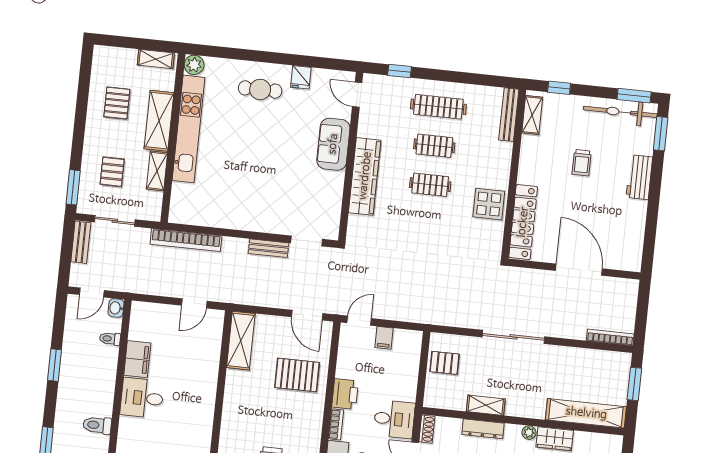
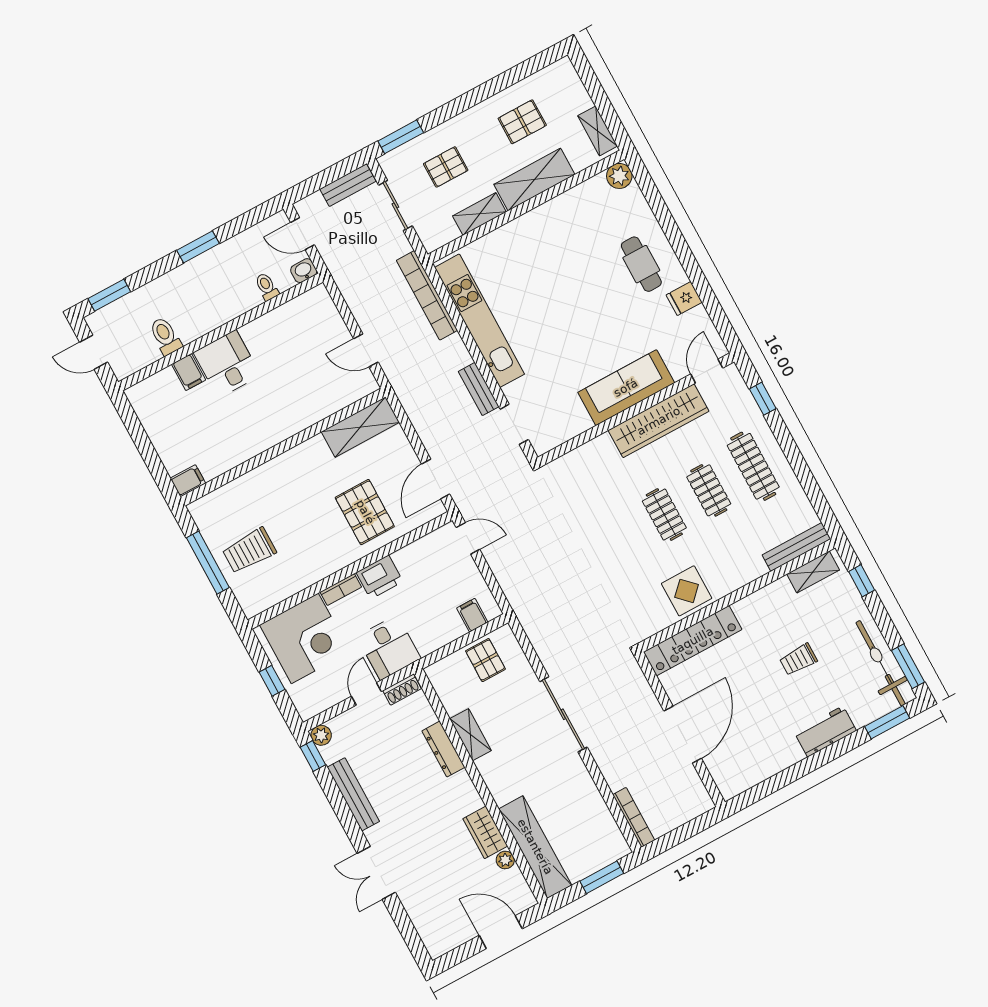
kitchen unit: (189, 129) -> (480, 321), moved, turned -90
sofa: (333, 144) -> (626, 388), width x1.36
wardrobe: (365, 176) -> (659, 421), moved
filing cabinet: (384, 338) -> (472, 615), moved, turned 90
filing cabinet: (137, 359) -> (189, 372), moved, width x0.50
plant: (529, 433) -> (505, 860), moved

